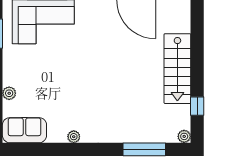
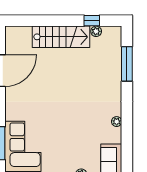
plant: (184, 136) -> (96, 31), moved

